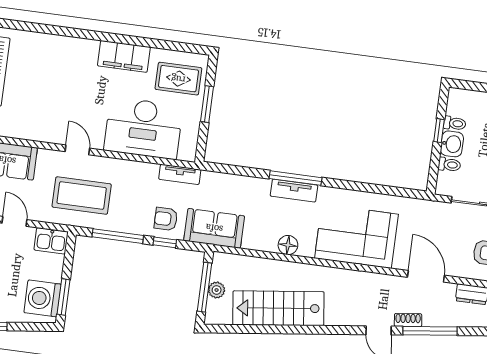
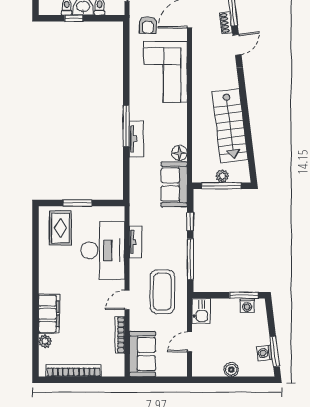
plant: (39, 40) -> (45, 341), added
filing cabinet: (124, 56) -> (49, 314), moved
bookcase: (35, 135) -> (120, 335), added
tv unit: (180, 174) -> (135, 242), moved
tv unit: (294, 191) -> (136, 139), moved
armchair: (166, 219) -> (148, 25), moved
floor lamp: (288, 245) -> (180, 153), moved
washing machine: (43, 298) -> (247, 305), width x0.53, depth x0.53

